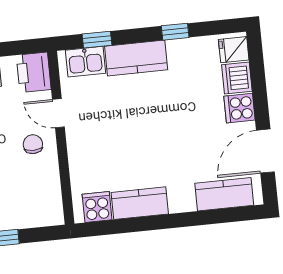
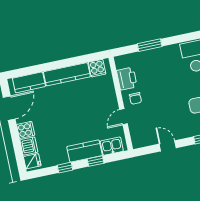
window: (97, 40) -> (96, 161), moved
printer: (34, 72) -> (127, 79), moved
door: (58, 113) -> (123, 117), swing flipped
kitchen counter: (140, 203) -> (67, 74), width x1.50

